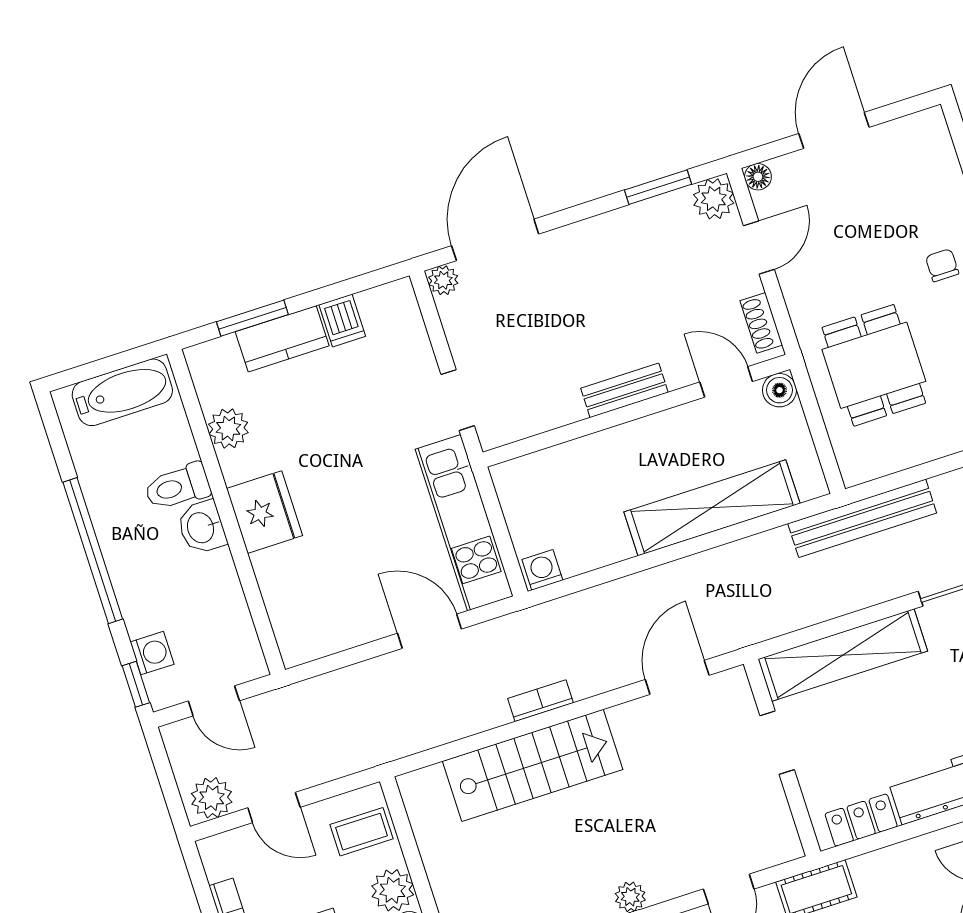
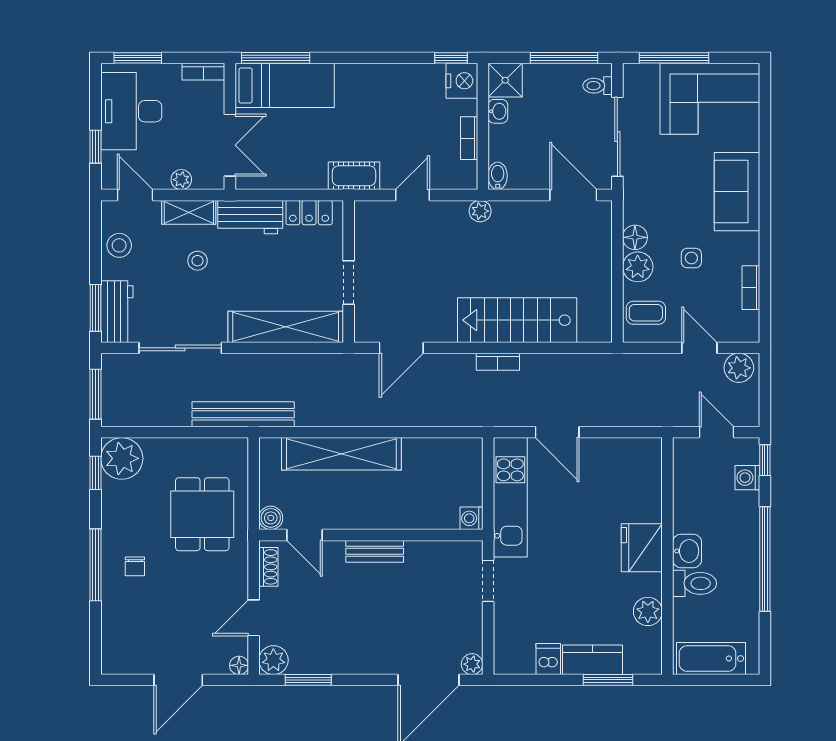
washing machine: (542, 570) -> (471, 518), moved, turned 90

